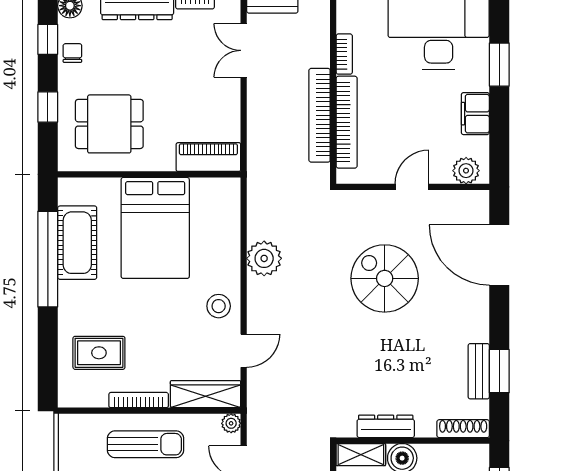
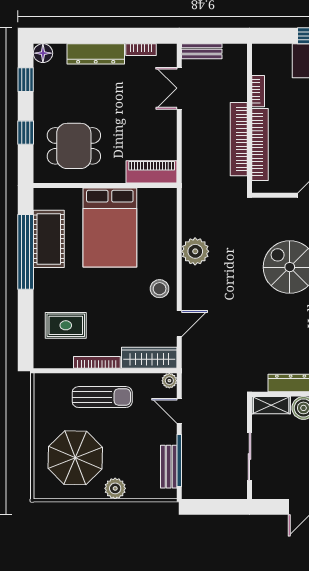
chair: (72, 53) -> (45, 90), removed

